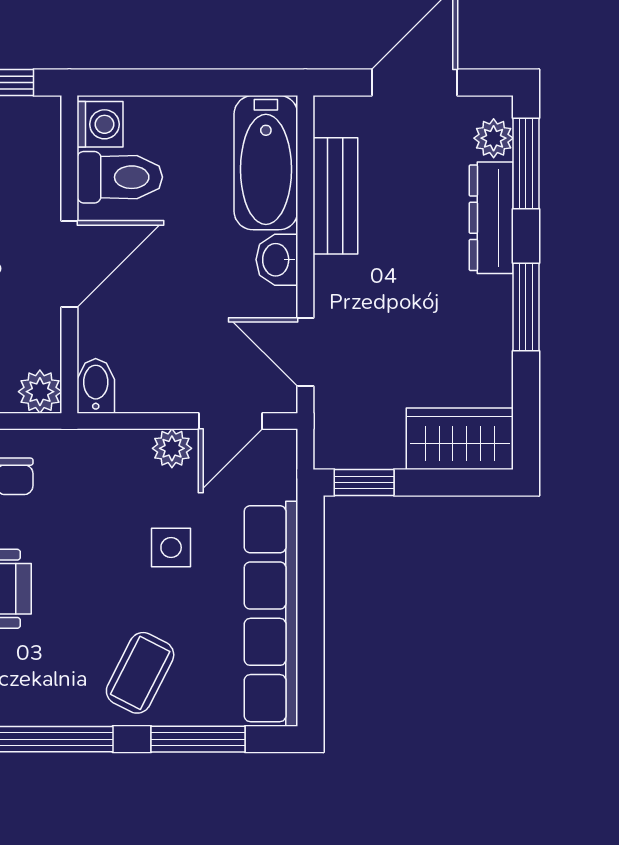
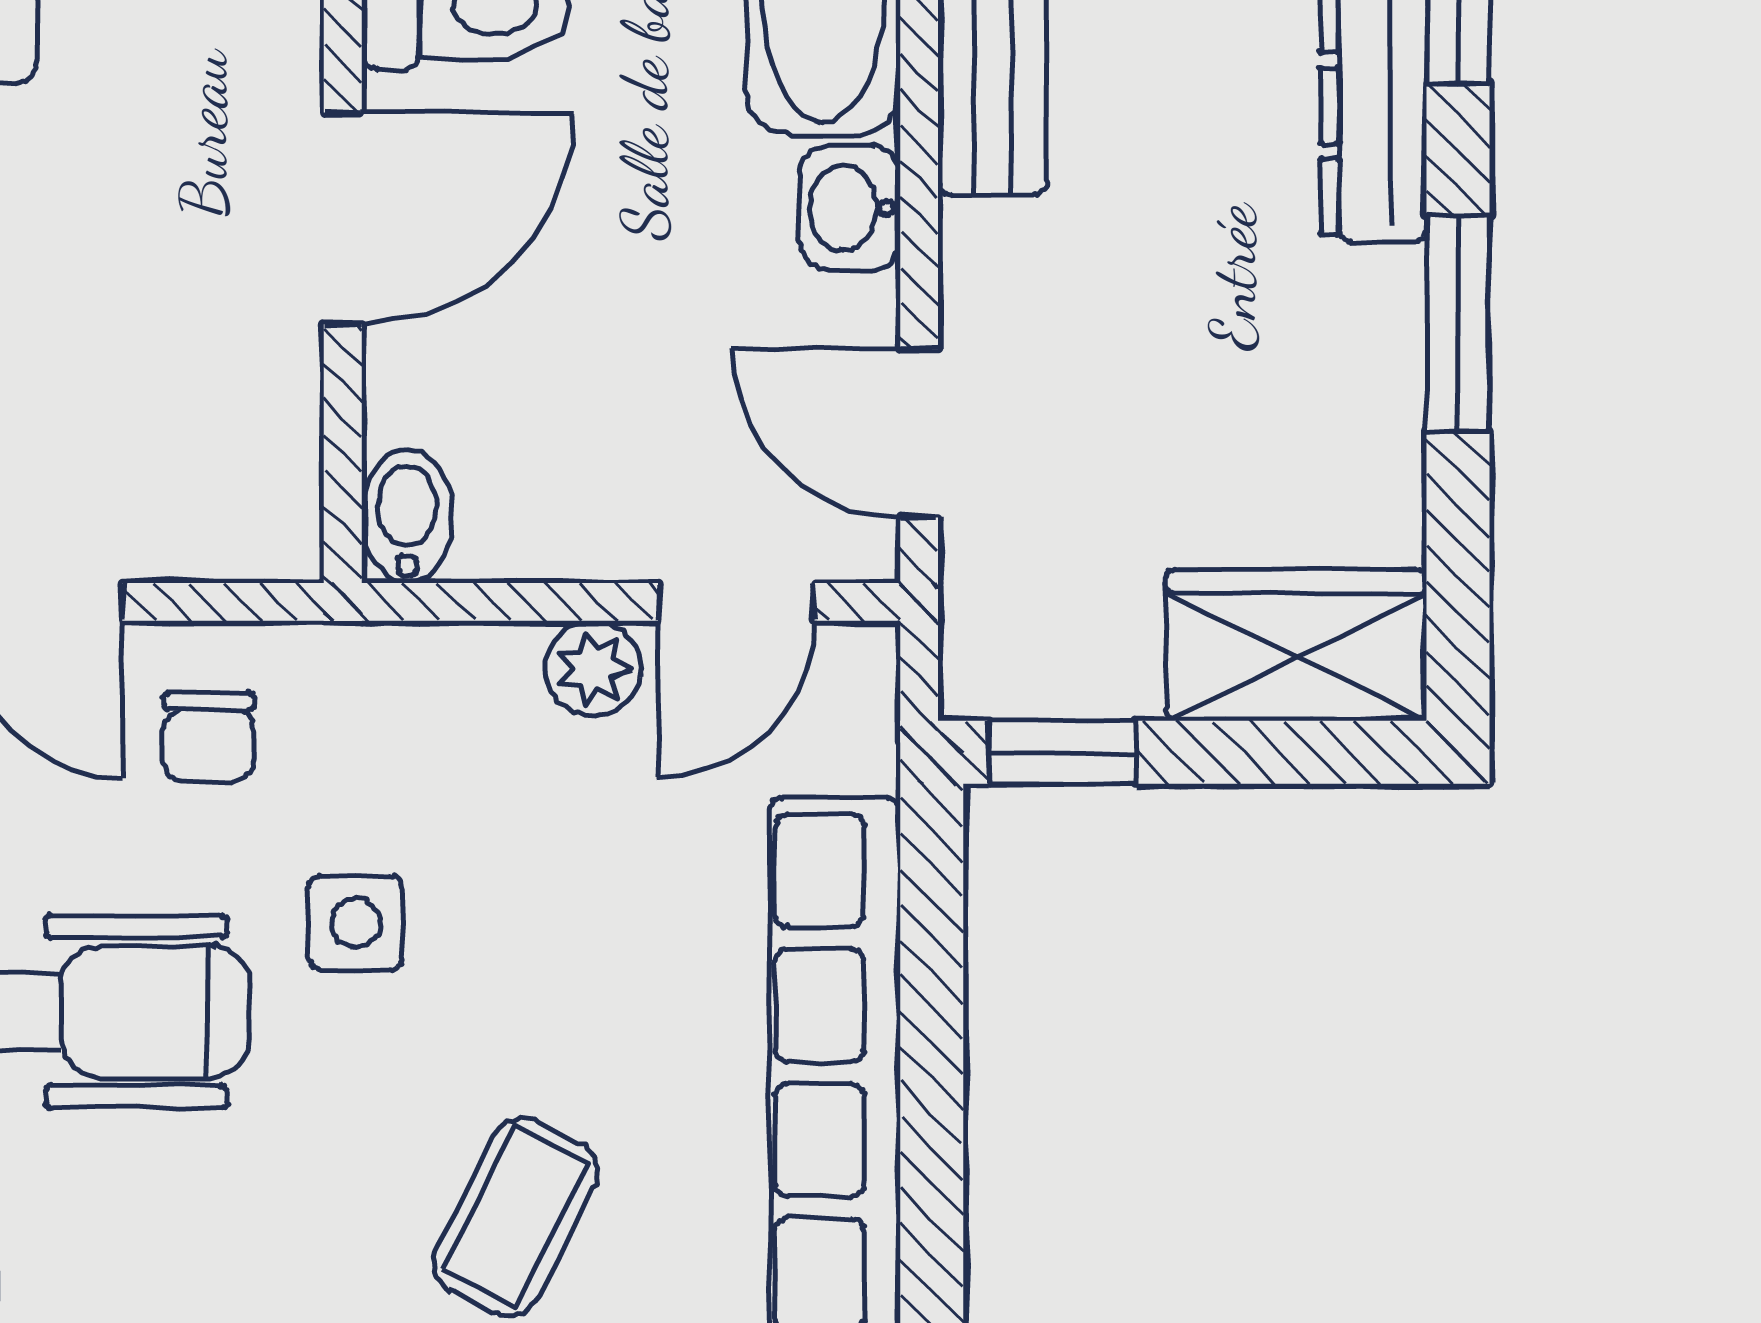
plant: (40, 392) -> (271, 530), removed
side table: (171, 548) -> (355, 923), moved

